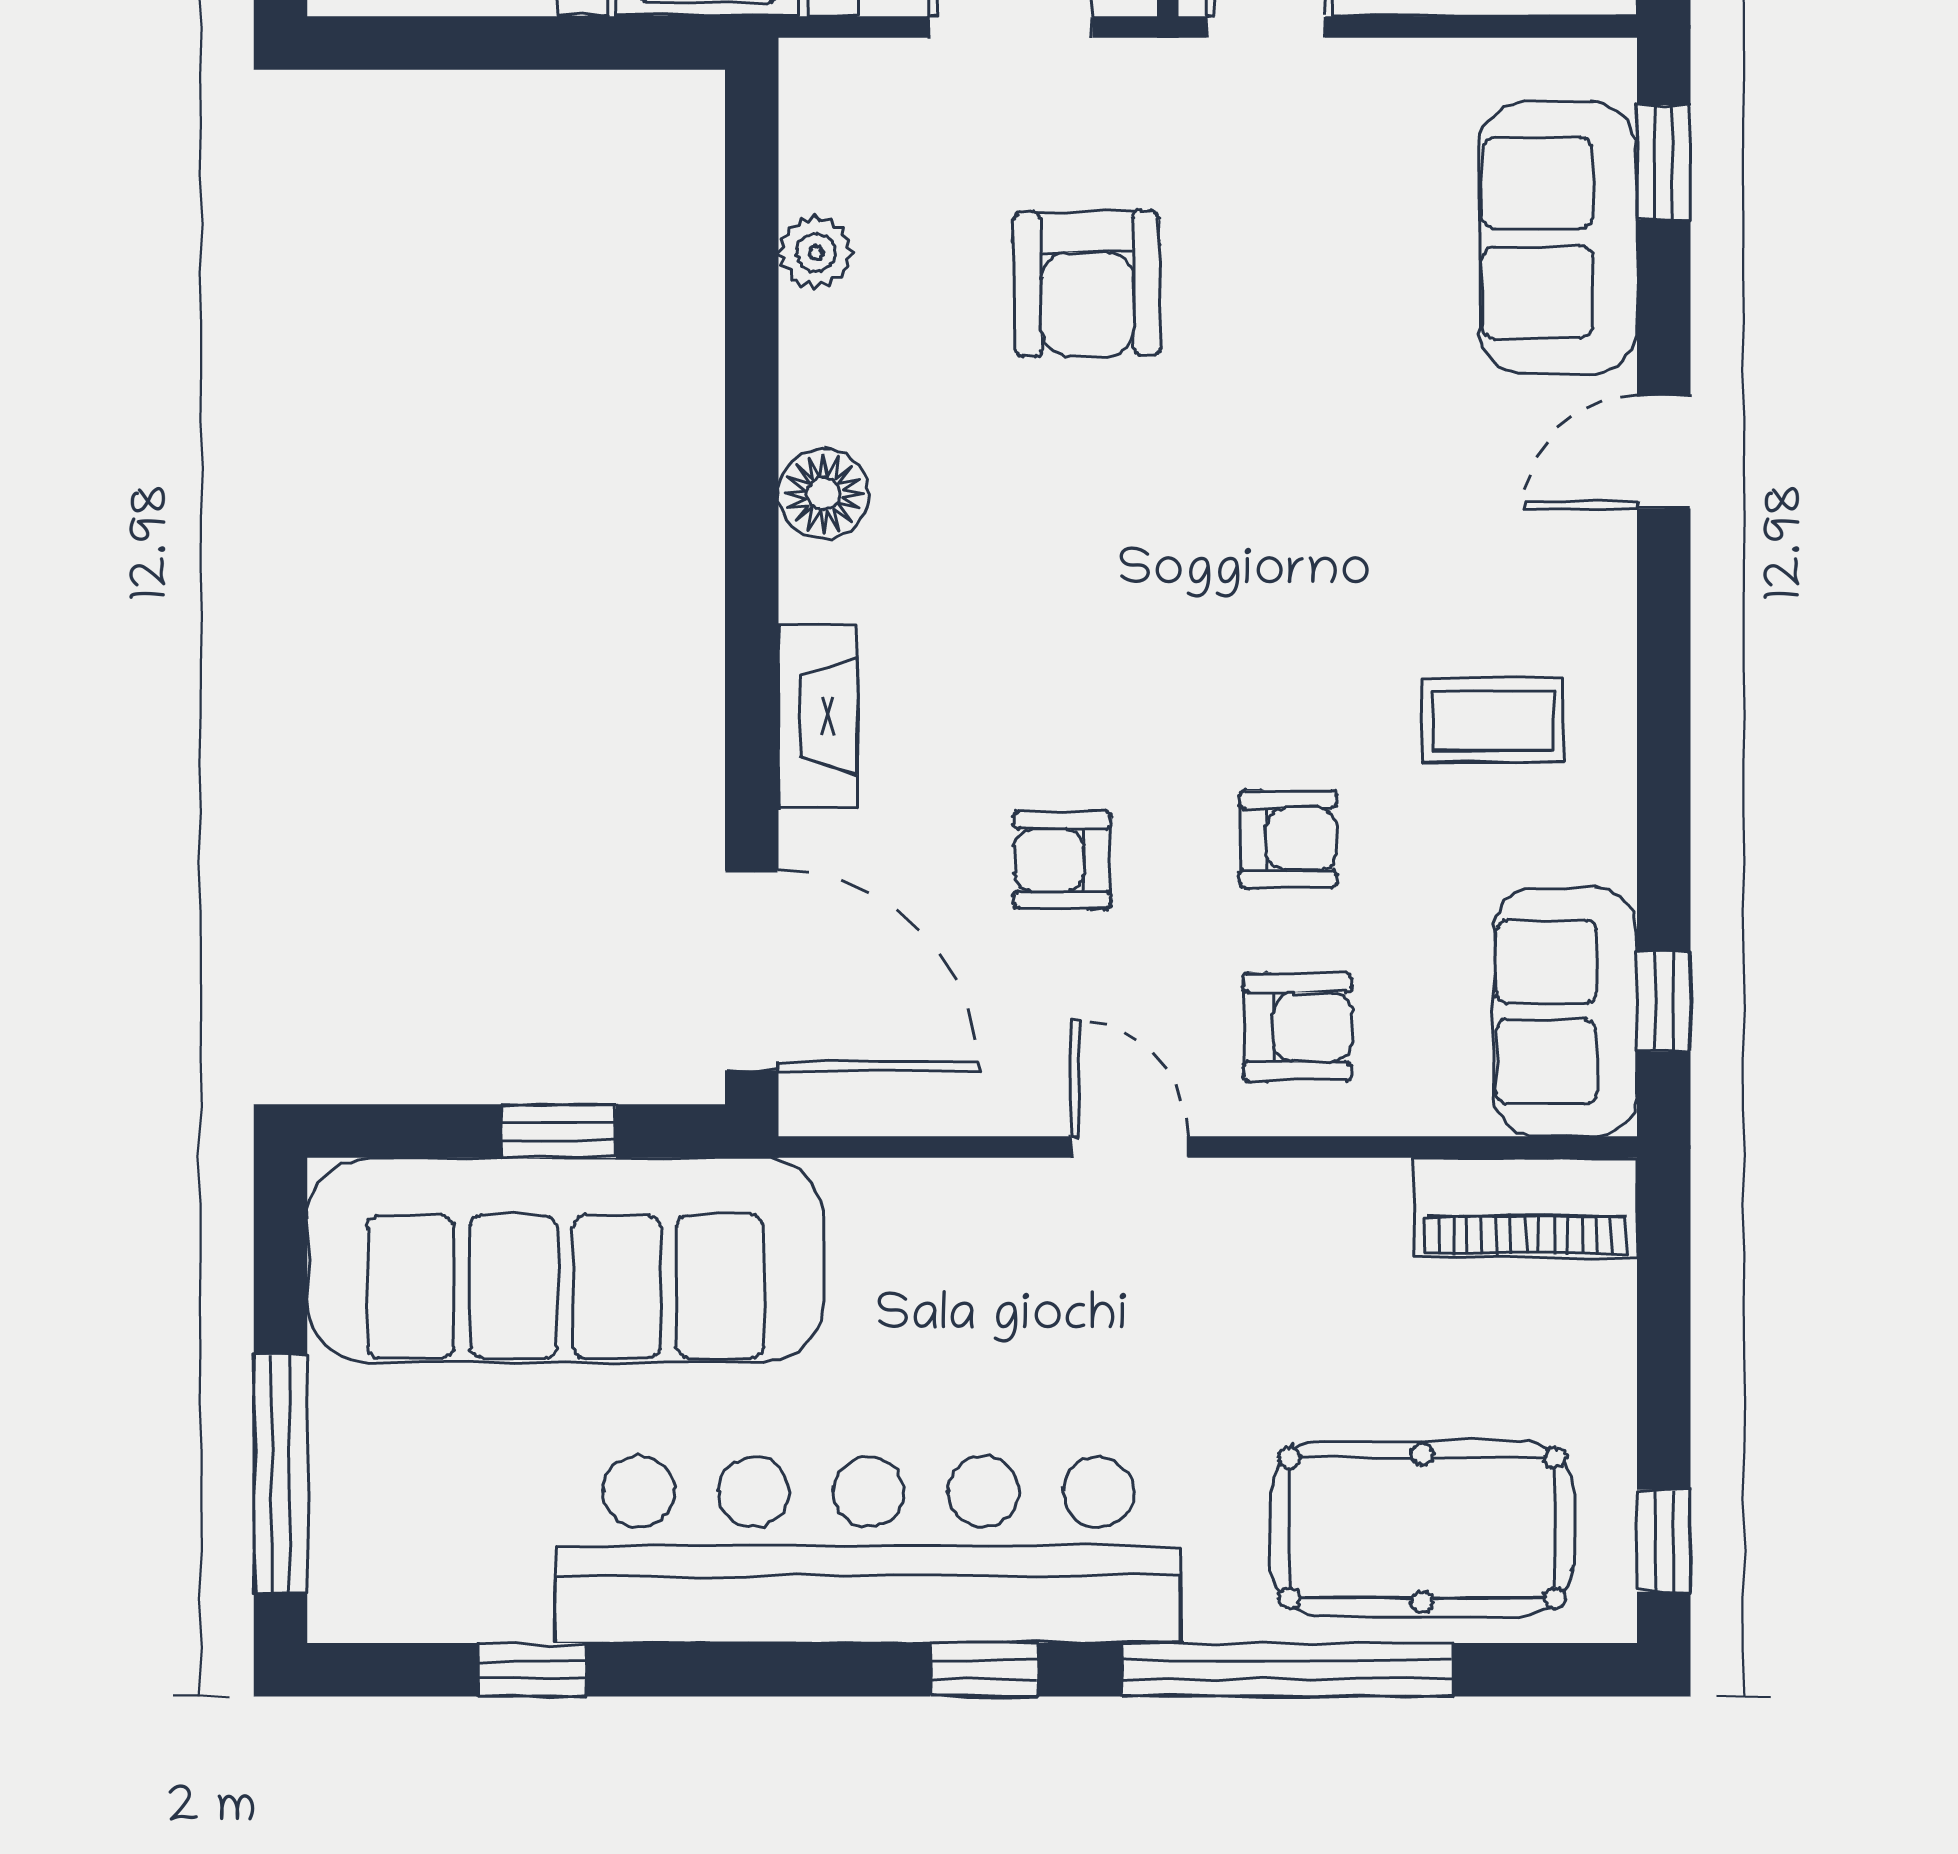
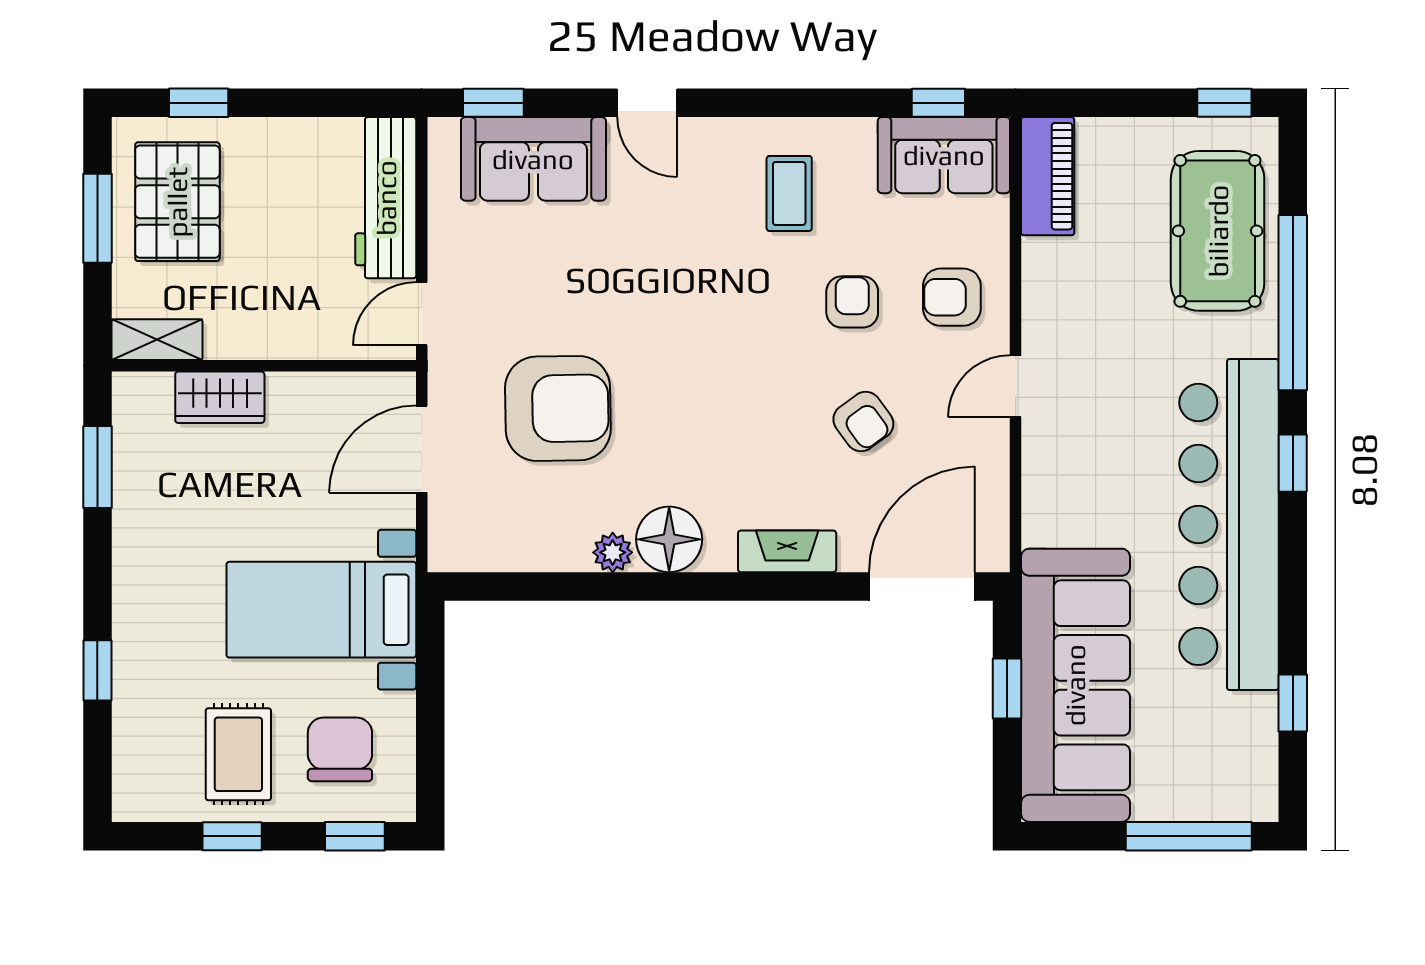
plant: (816, 253) -> (613, 552), moved
armchair: (1087, 284) -> (558, 408), width x1.36, depth x1.36
floor lamp: (823, 494) -> (669, 539), width x1.38, depth x1.38
armchair: (1063, 860) -> (863, 422), turned -36
armchair: (1297, 1027) -> (952, 297), turned -90

